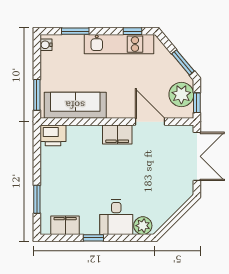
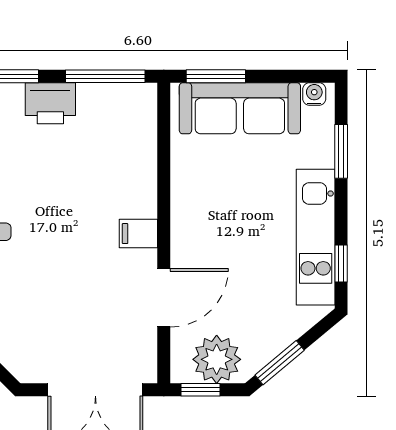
sofa: (75, 105) -> (240, 108), moved, turned 90
filing cabinet: (117, 134) -> (138, 234), width x0.50
printer: (53, 135) -> (50, 103), moved, turned -90
window: (37, 151) -> (105, 76), added

